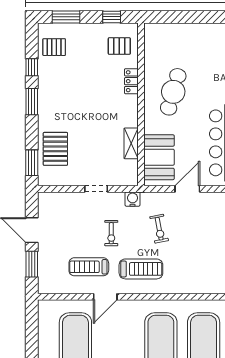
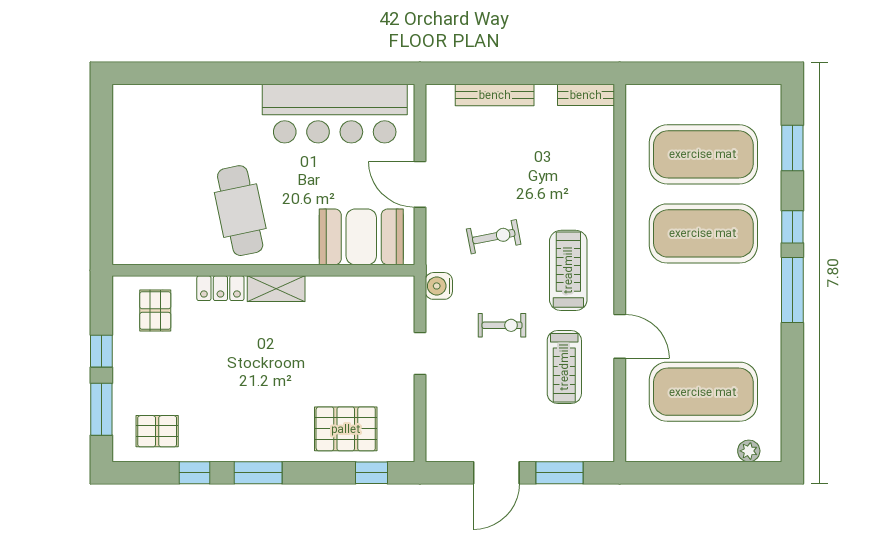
window: (112, 17) -> (101, 351), moved
pallet: (54, 47) -> (157, 431), turned 90
cafe table: (173, 92) -> (240, 211), turned 62
shelving: (131, 143) -> (276, 289), moved
window: (32, 163) -> (372, 473), width x0.67

